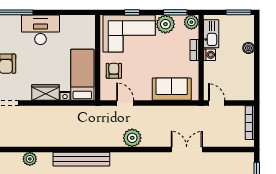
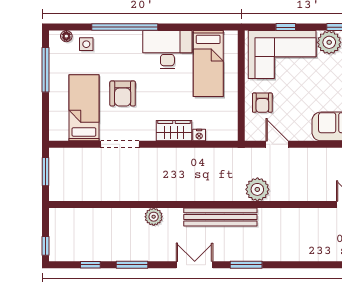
armchair: (114, 71) -> (262, 103), turned 180
bed: (82, 75) -> (208, 64), moved, turned 180
plant: (132, 138) -> (257, 189), moved

